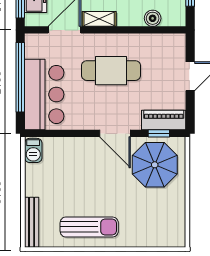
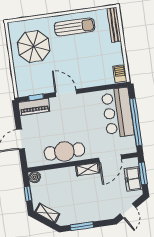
boiler: (153, 18) -> (35, 177), moved
cafe table: (111, 71) -> (64, 151), moved
parasol: (155, 165) -> (34, 47), moved
sun lounger: (89, 227) -> (75, 27), turned 180

